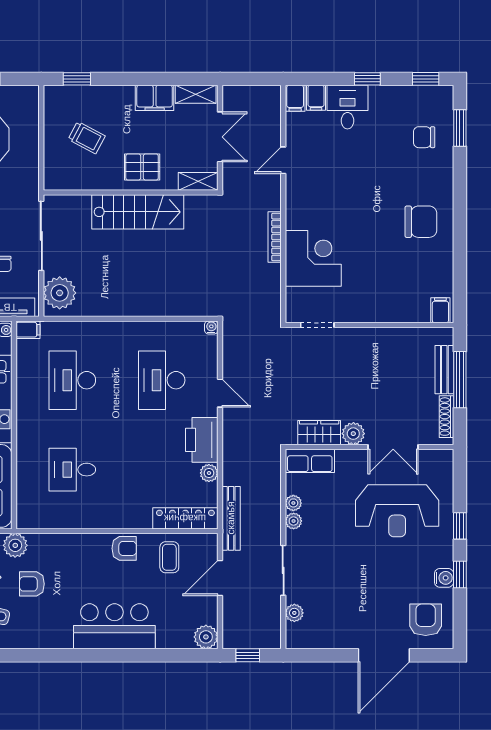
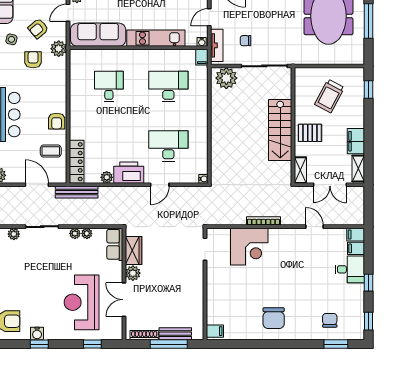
trolley: (87, 138) -> (330, 96), width x1.36, depth x1.39
pallet: (142, 167) -> (310, 133), turned 90
window: (460, 526) -> (92, 344), moved

